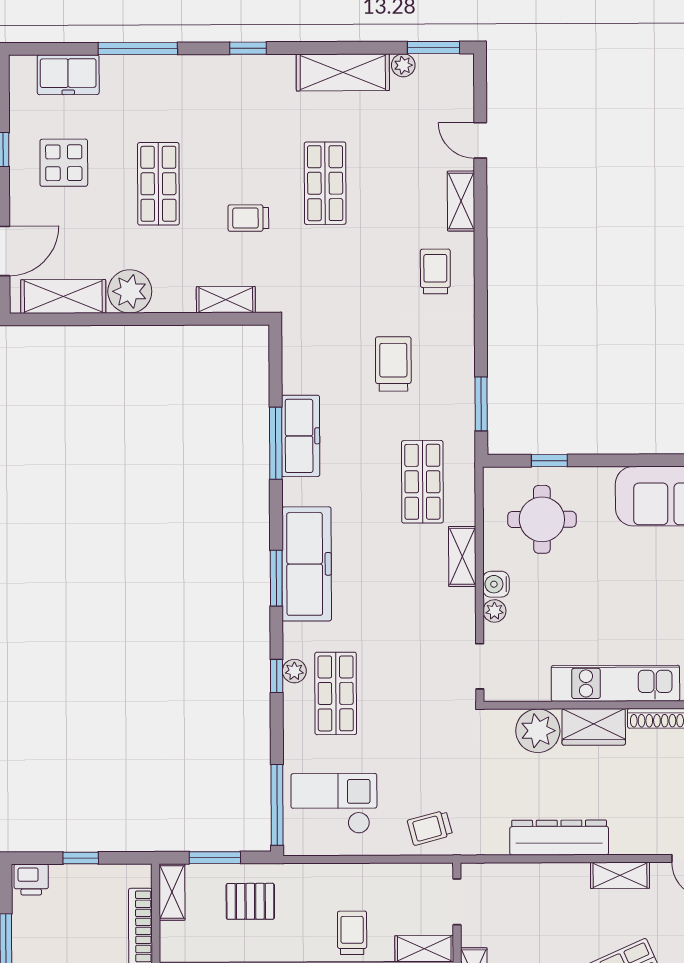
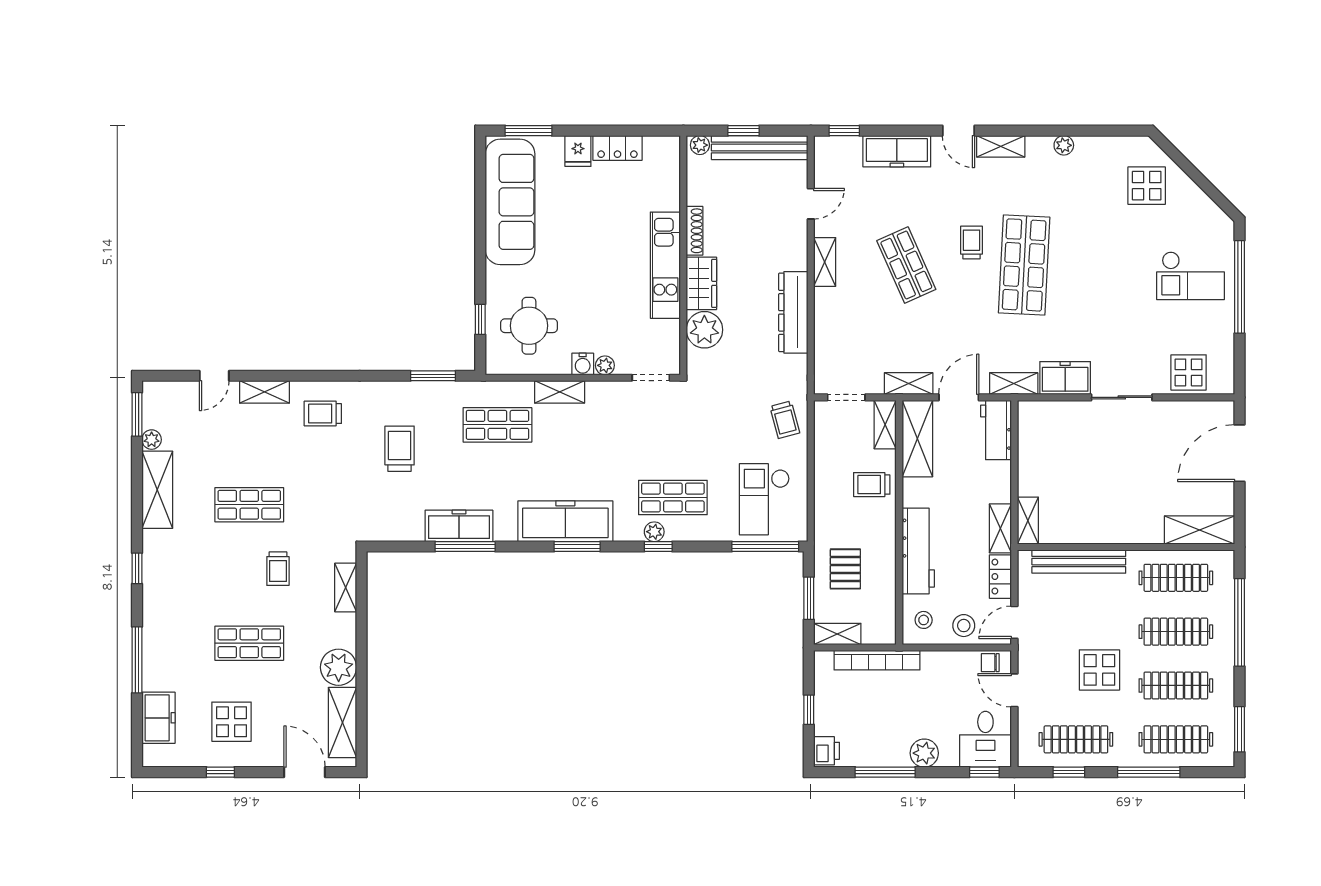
trolley: (393, 364) -> (400, 449), turned 90

